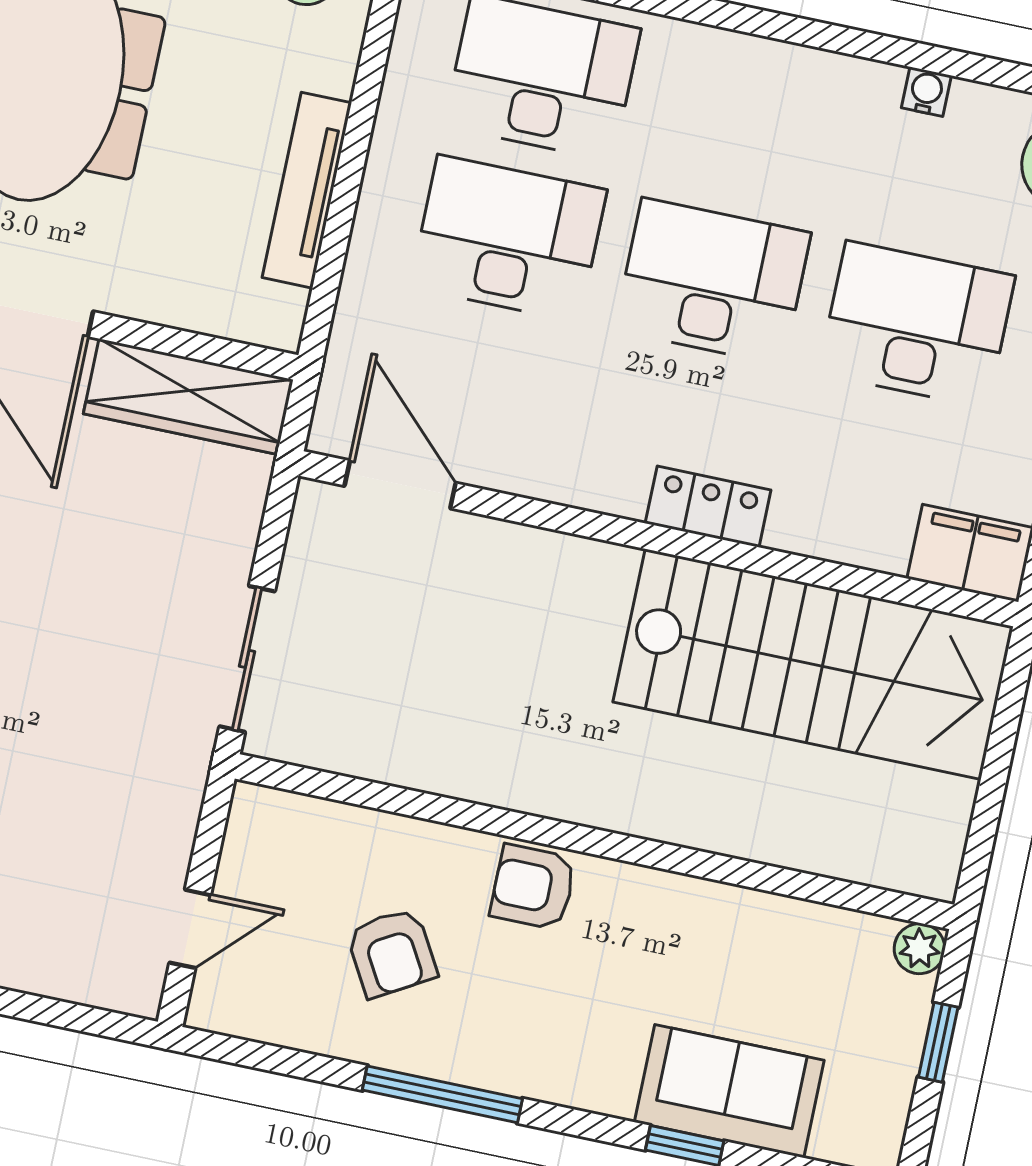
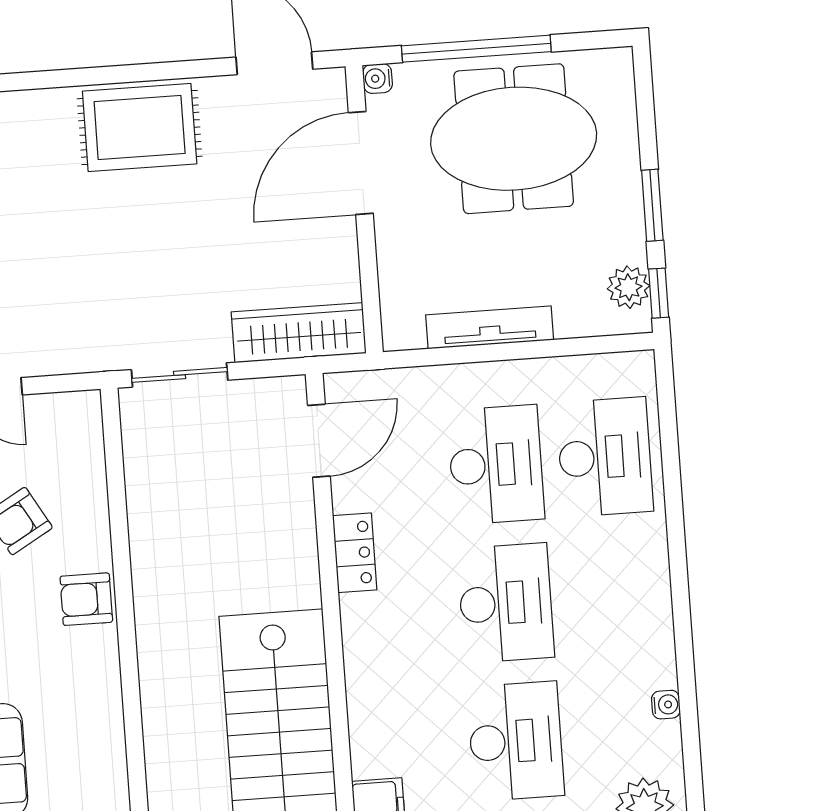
wardrobe: (188, 397) -> (299, 333), moved, turned 90
locker: (708, 507) -> (355, 553), moved
armchair: (533, 887) -> (86, 599), turned -90

